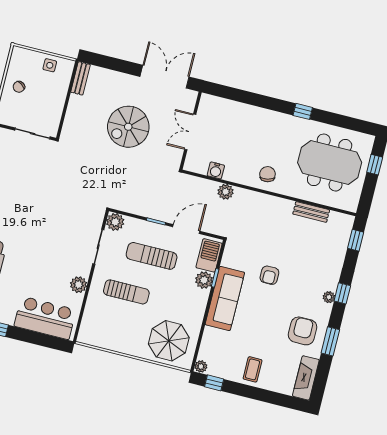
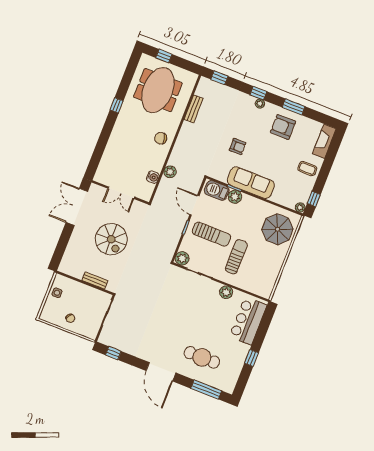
bench: (80, 78) -> (95, 281), moved
sun lounger: (152, 256) -> (211, 234), turned -90
fireplace: (306, 378) -> (324, 141), moved, turned 90

